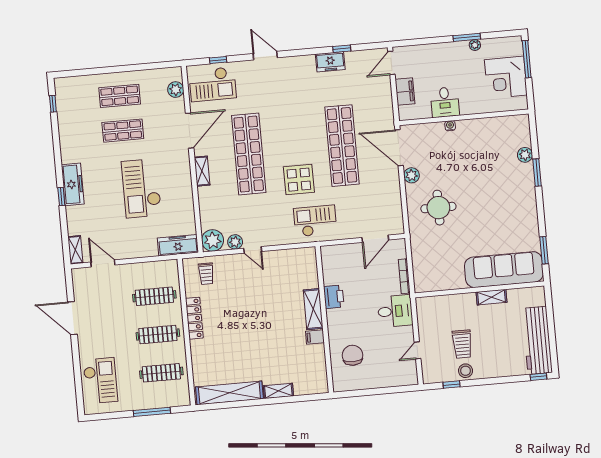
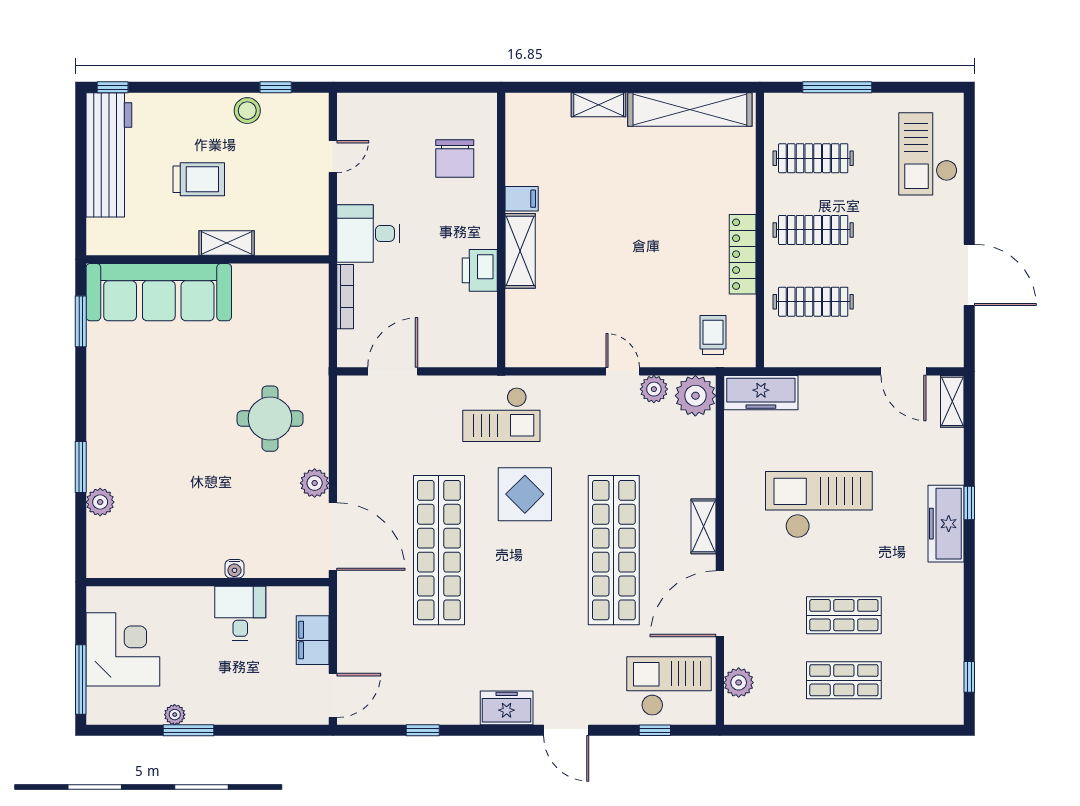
freezer: (330, 62) -> (507, 708), moved
checkout: (141, 188) -> (819, 505), turned -90
shelving: (492, 297) -> (227, 243), moved
trolley: (462, 344) -> (199, 179), moved, turned 90

